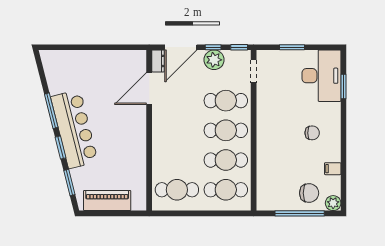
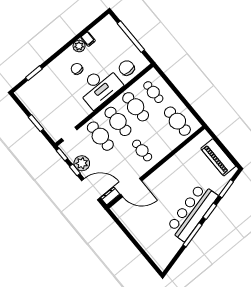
desk: (321, 76) -> (99, 87), moved, turned 180
cafe table: (177, 130) -> (142, 150), added
cafe table: (226, 190) -> (153, 92), width x0.73, depth x0.74
chair: (309, 193) -> (127, 68), moved
plant: (333, 203) -> (79, 46), moved

